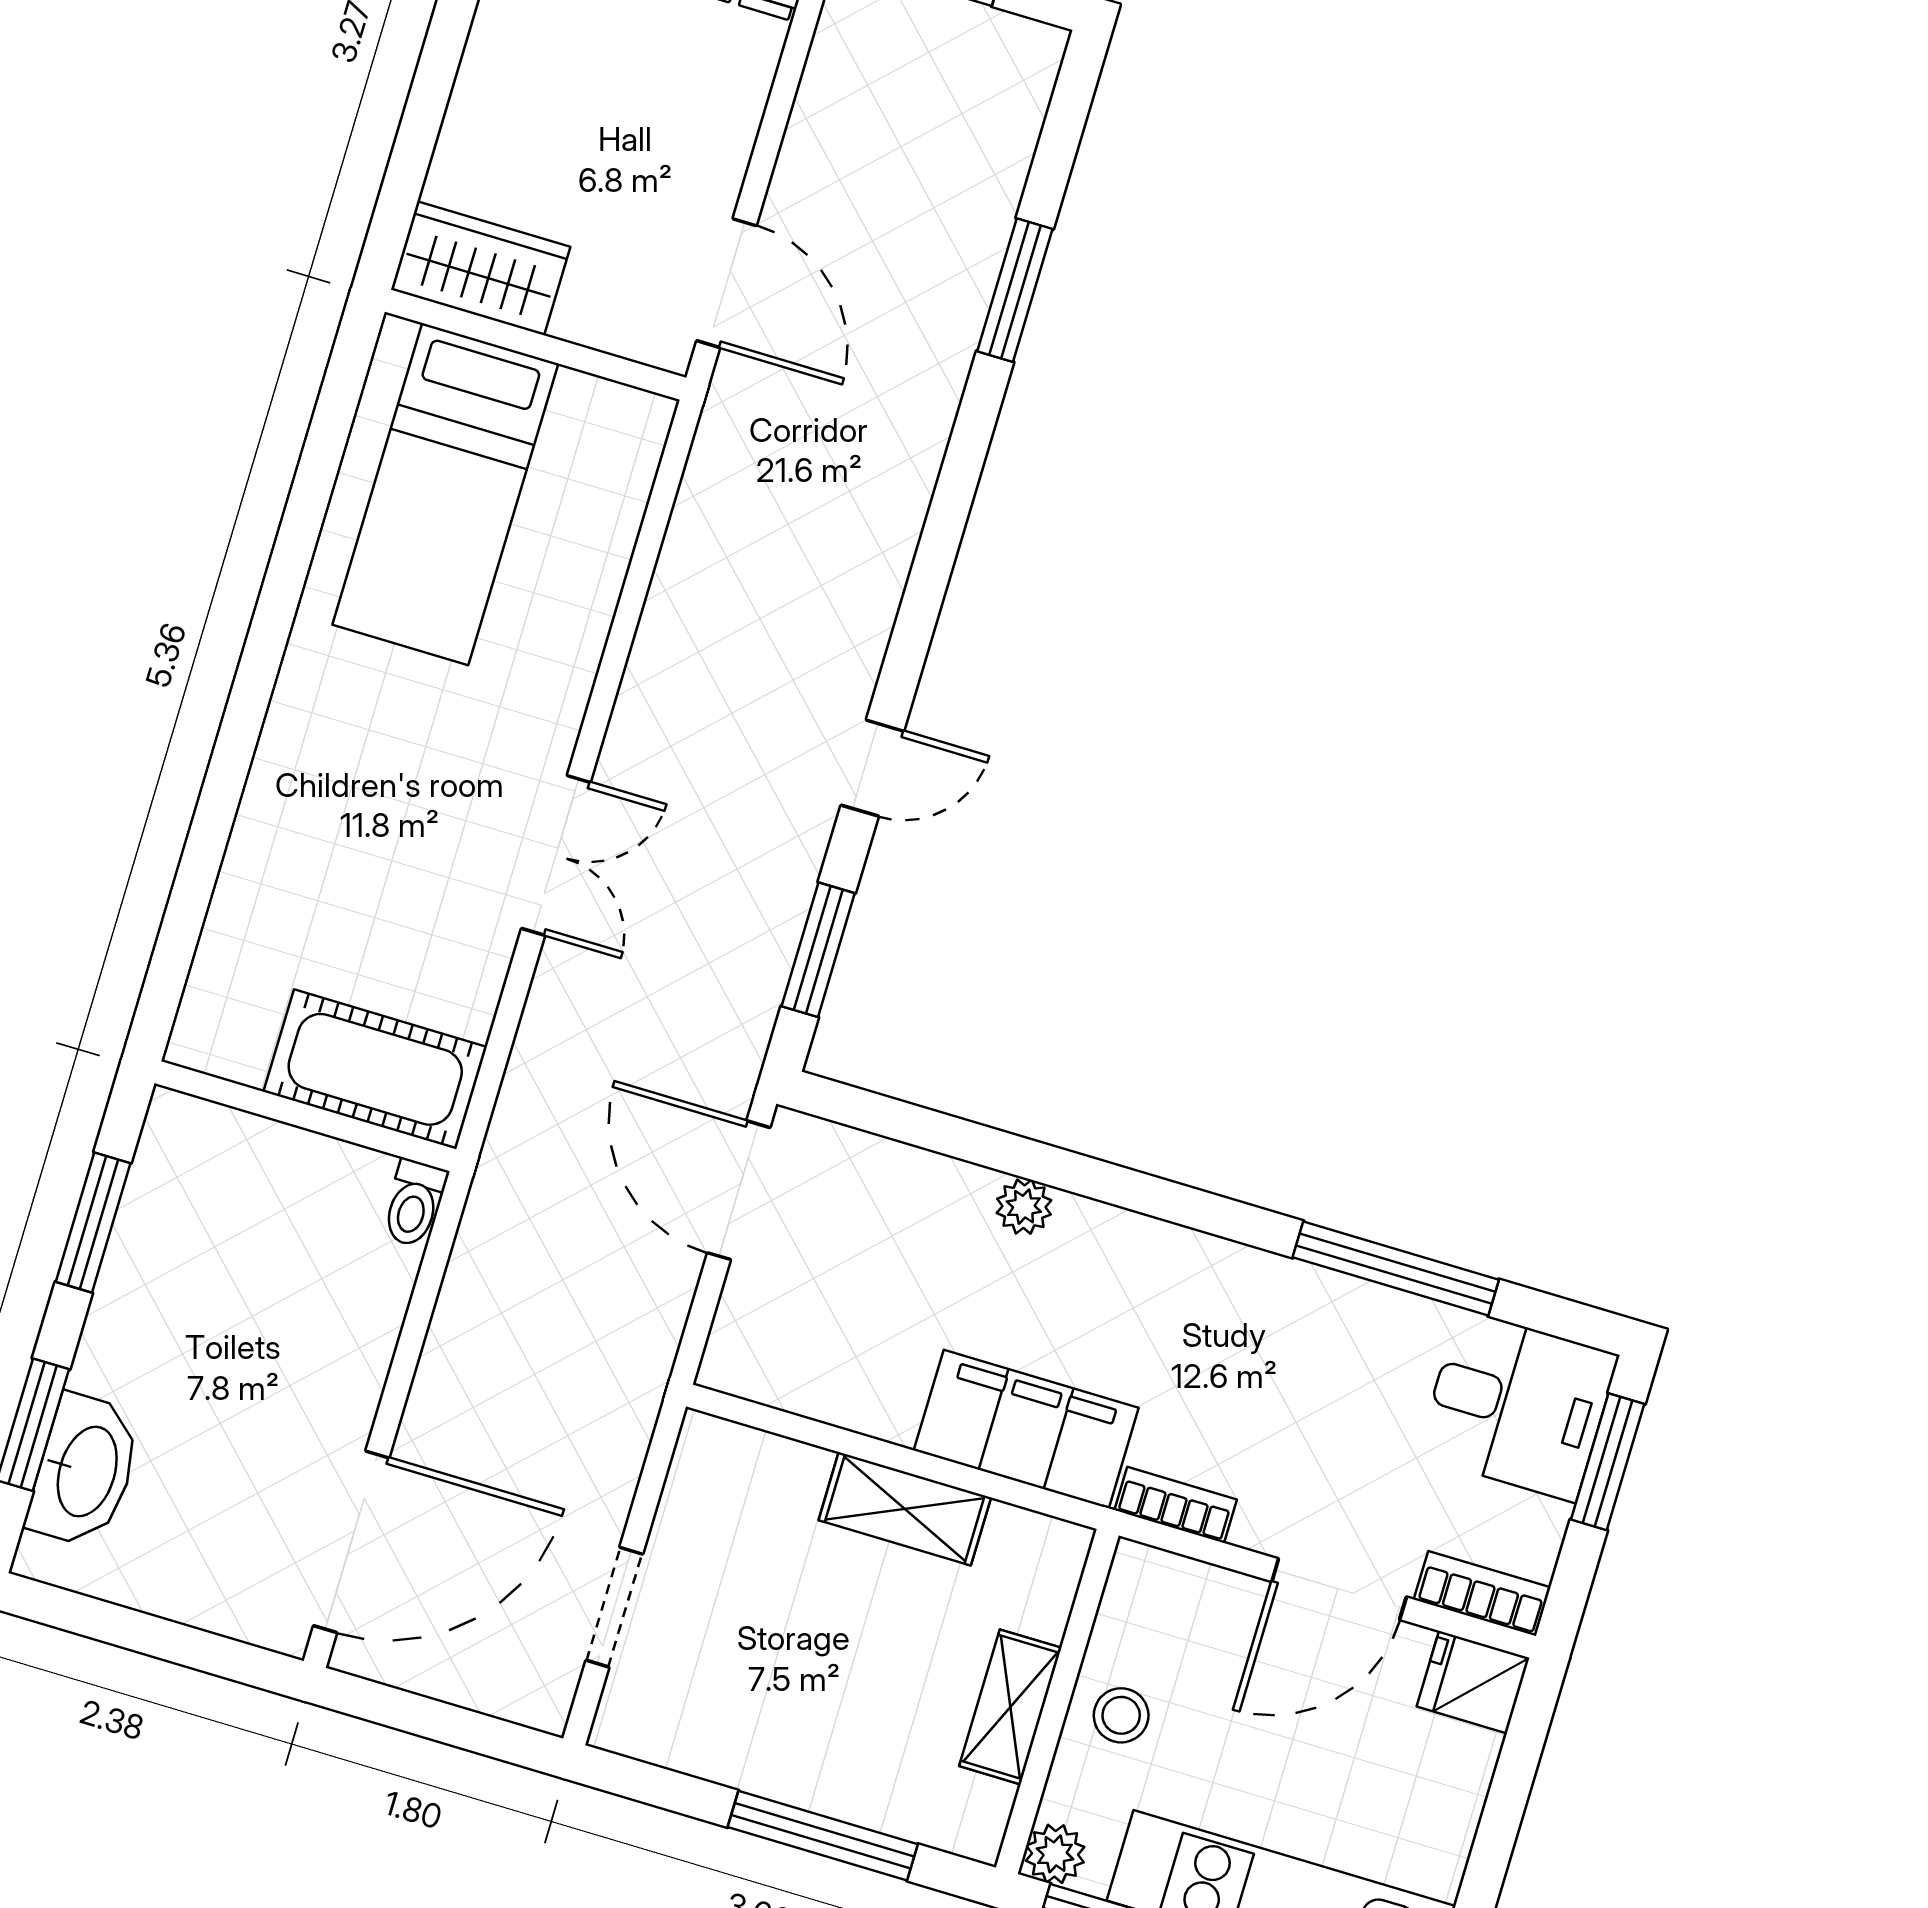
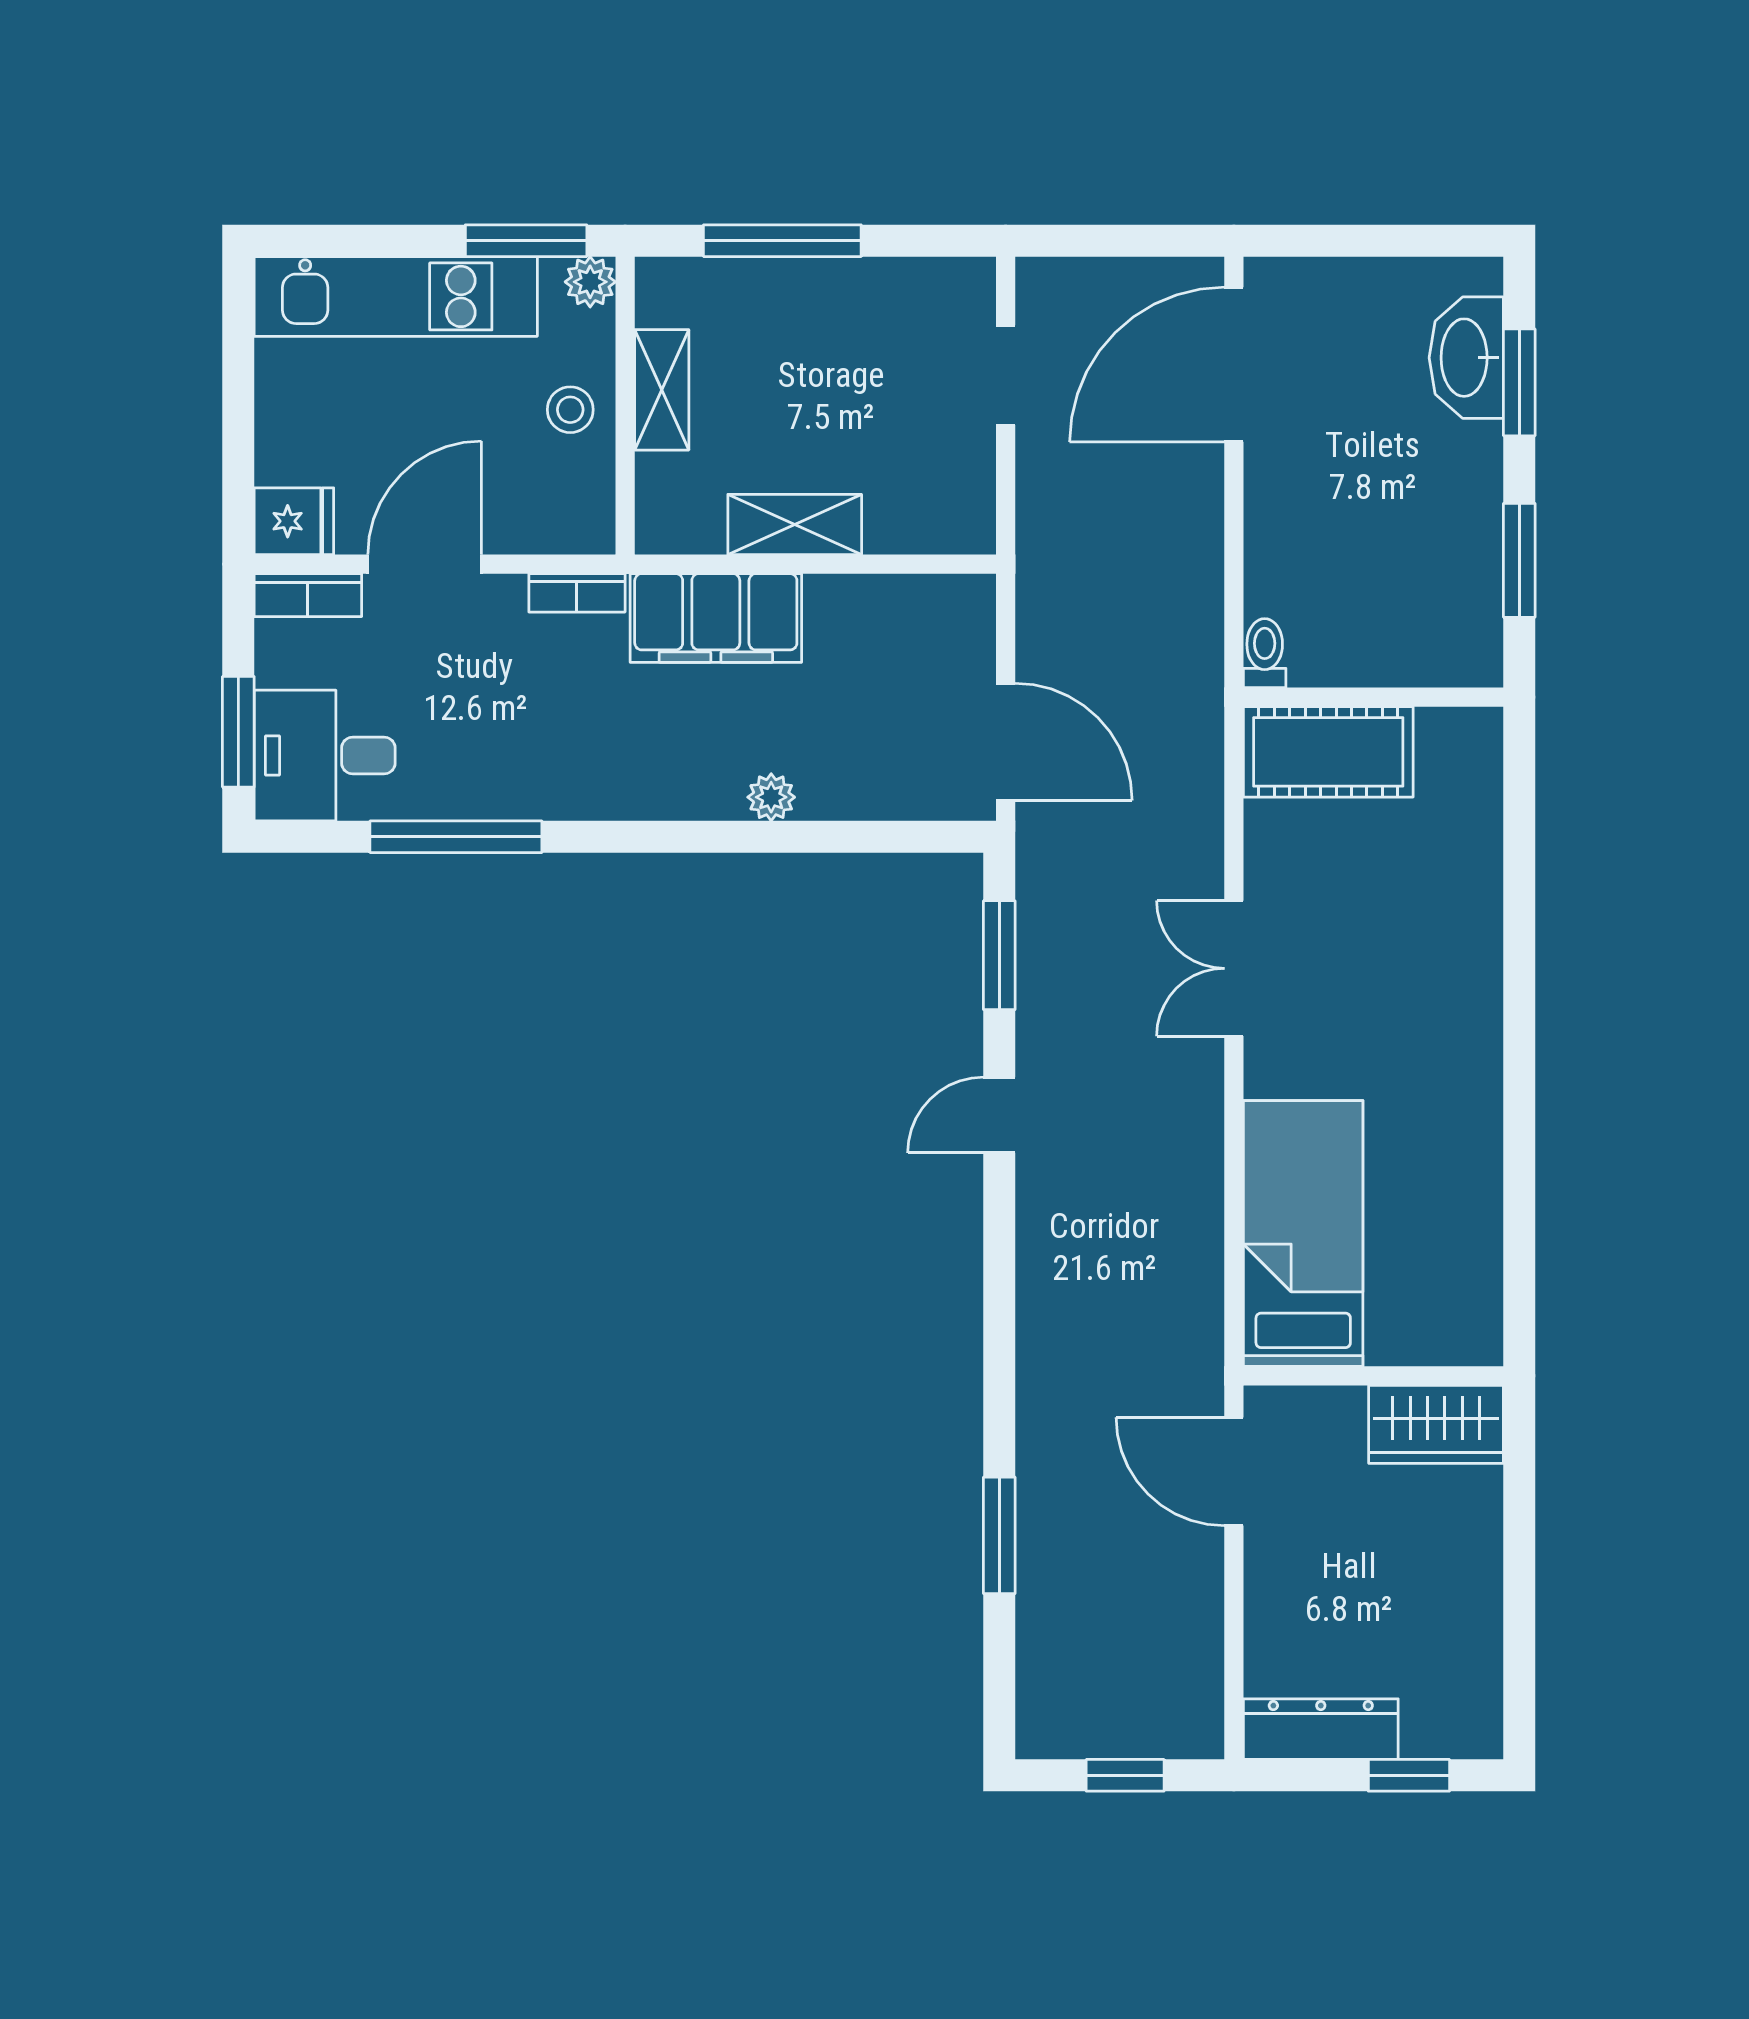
bed: (445, 494) -> (1303, 1233), moved

